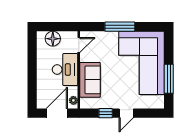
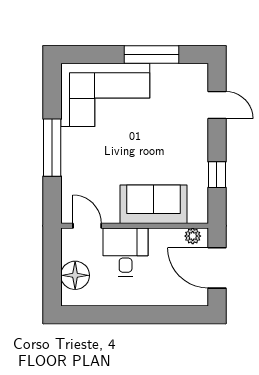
corner sofa: (142, 63) -> (105, 95), width x0.73, depth x0.74
desk: (65, 70) -> (126, 252), width x0.73
door: (126, 113) -> (217, 105), moved

